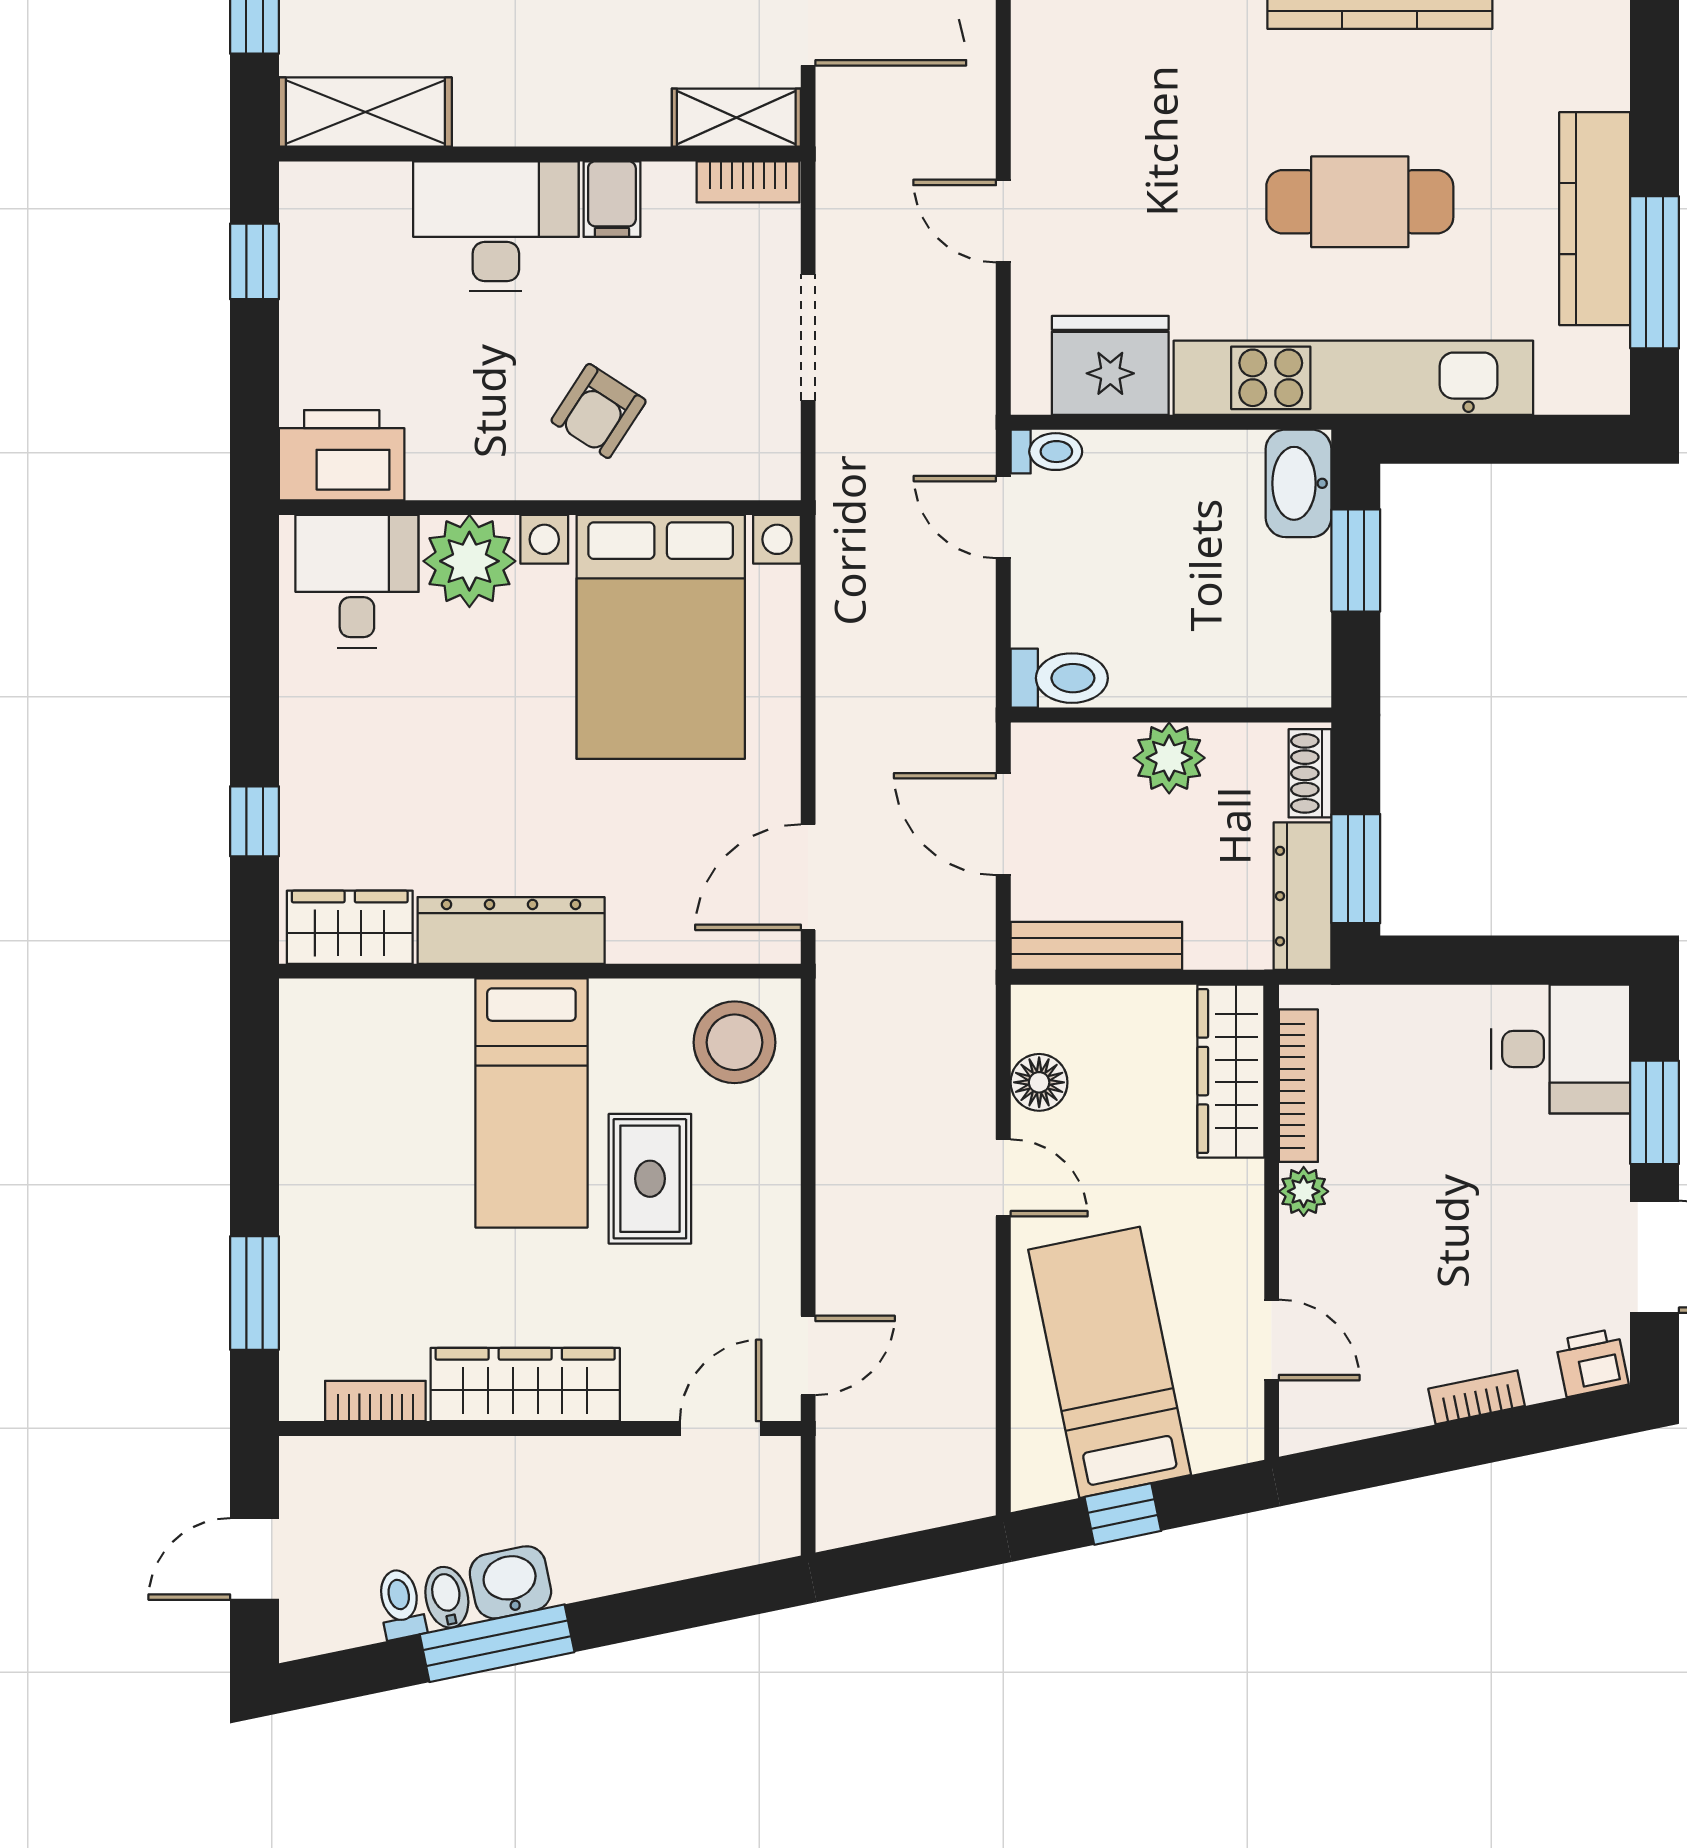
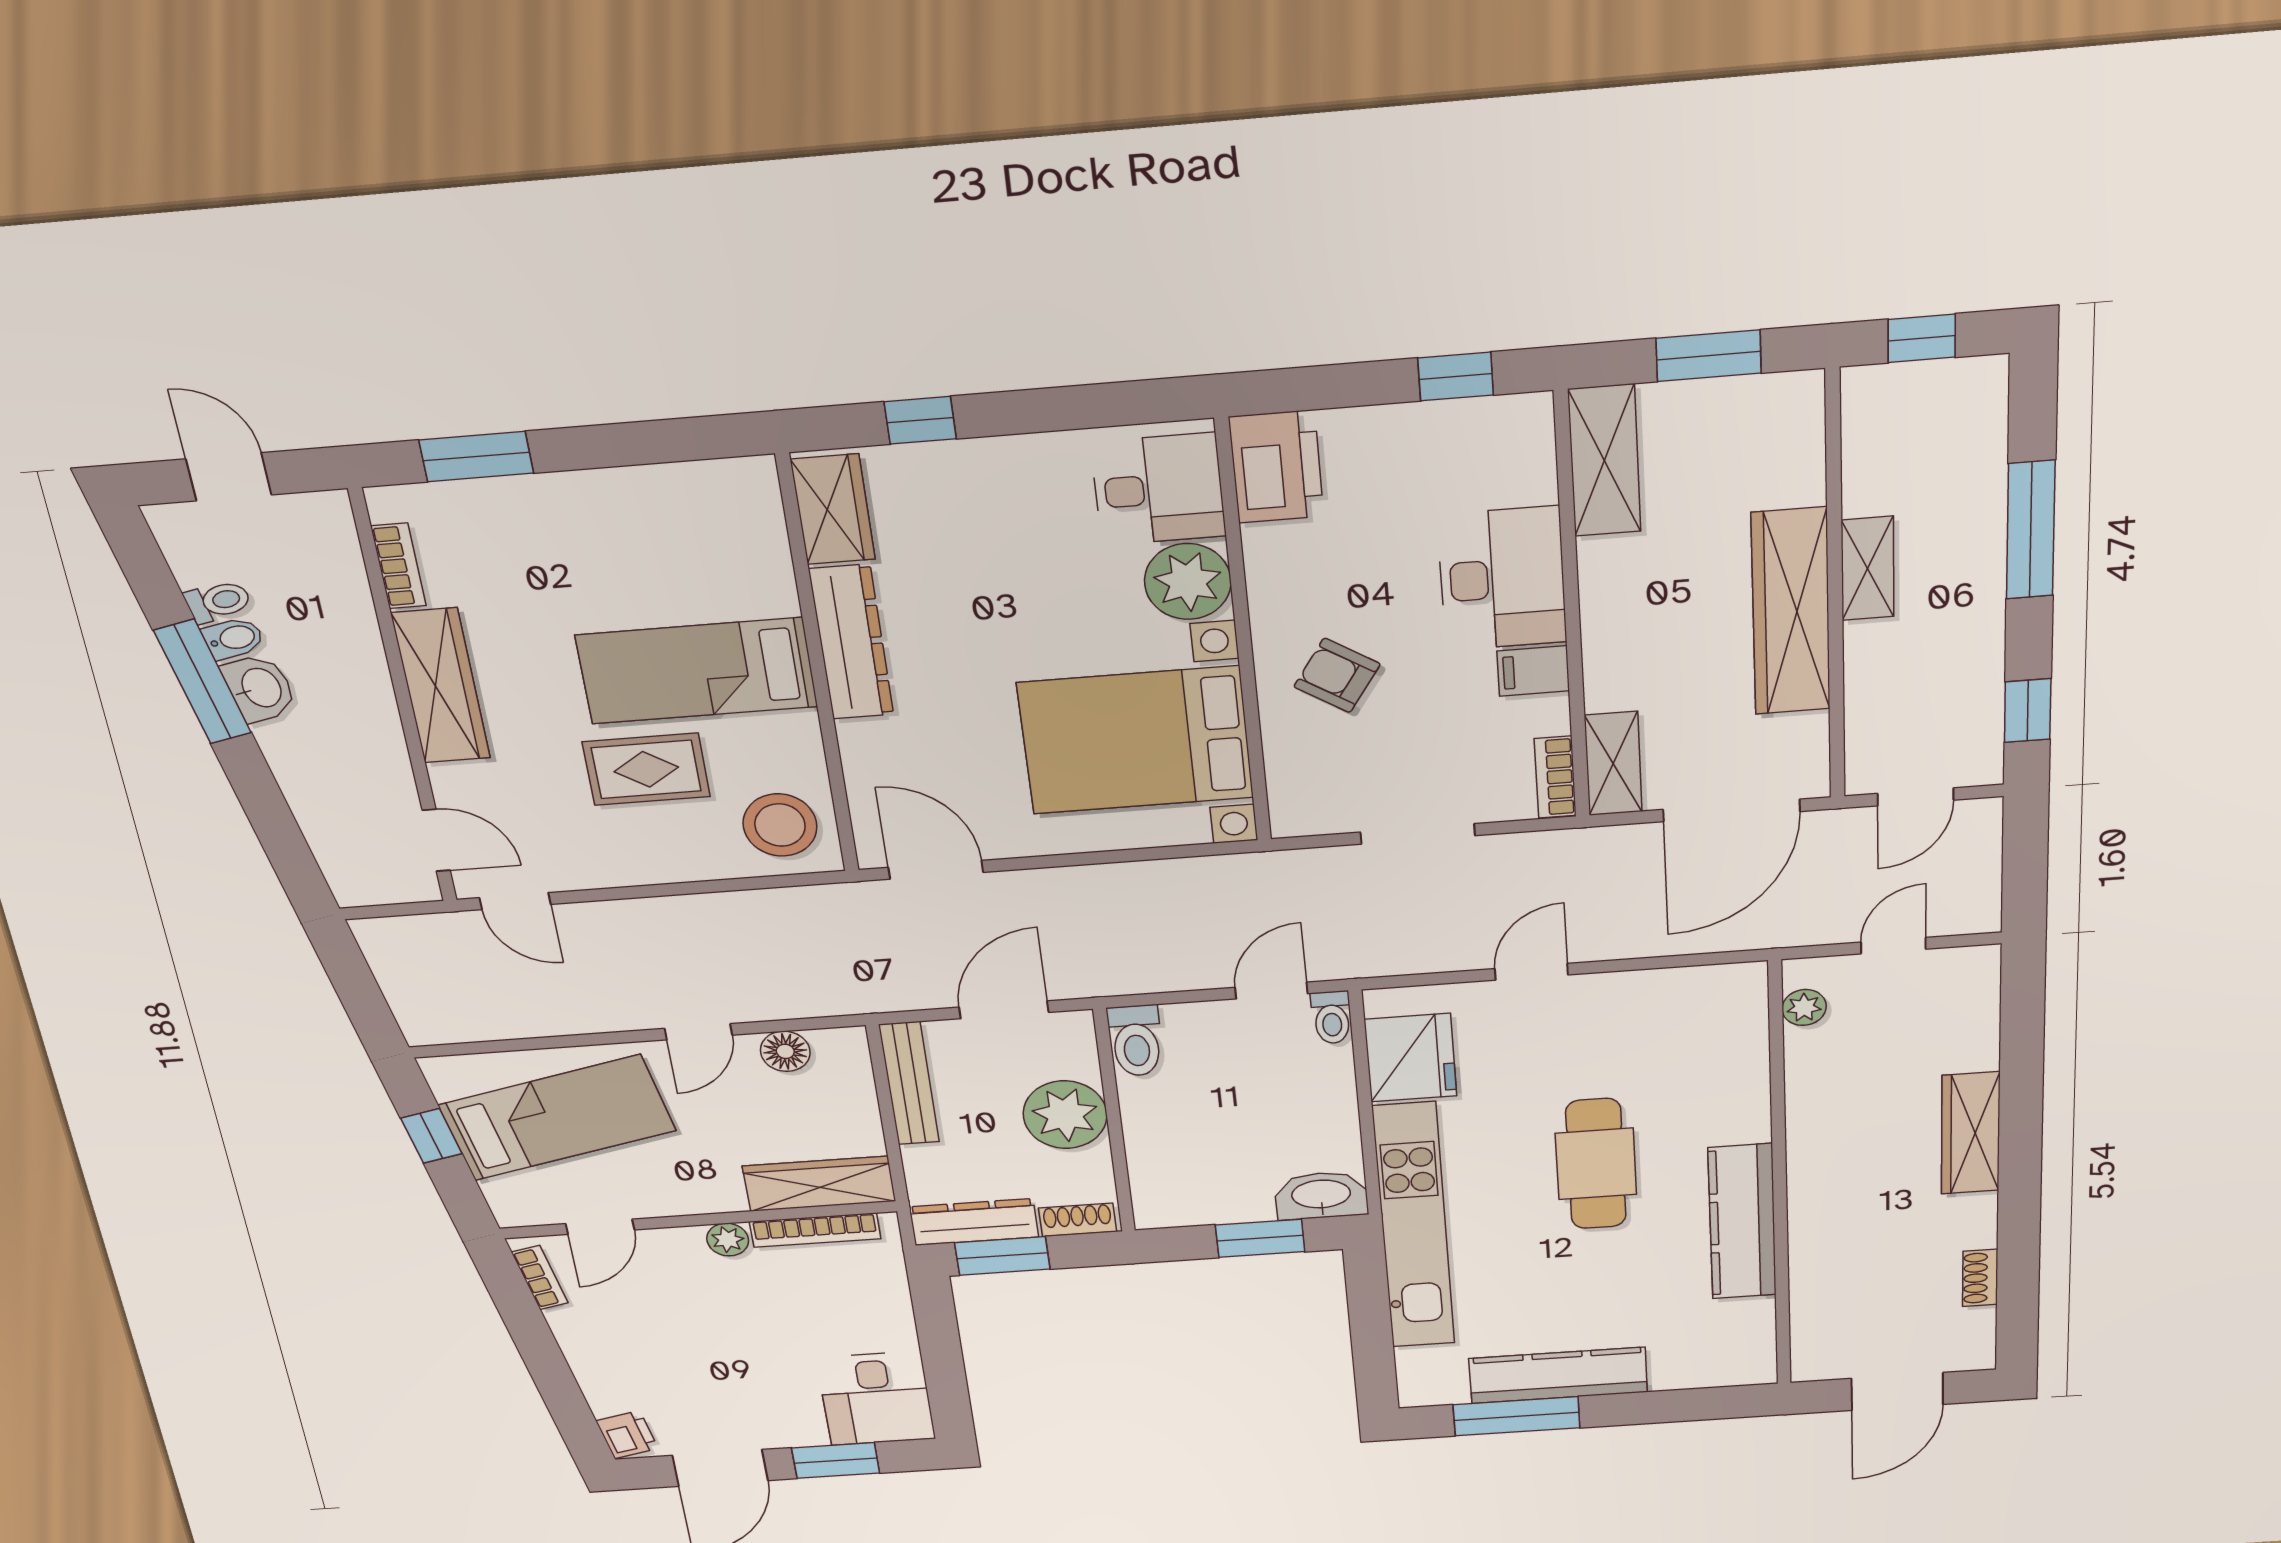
cafe table: (1360, 202) -> (1596, 1164), moved
plant: (1169, 758) -> (1065, 1115), width x1.36, depth x1.36
bookcase: (1477, 1397) -> (540, 1277), moved

